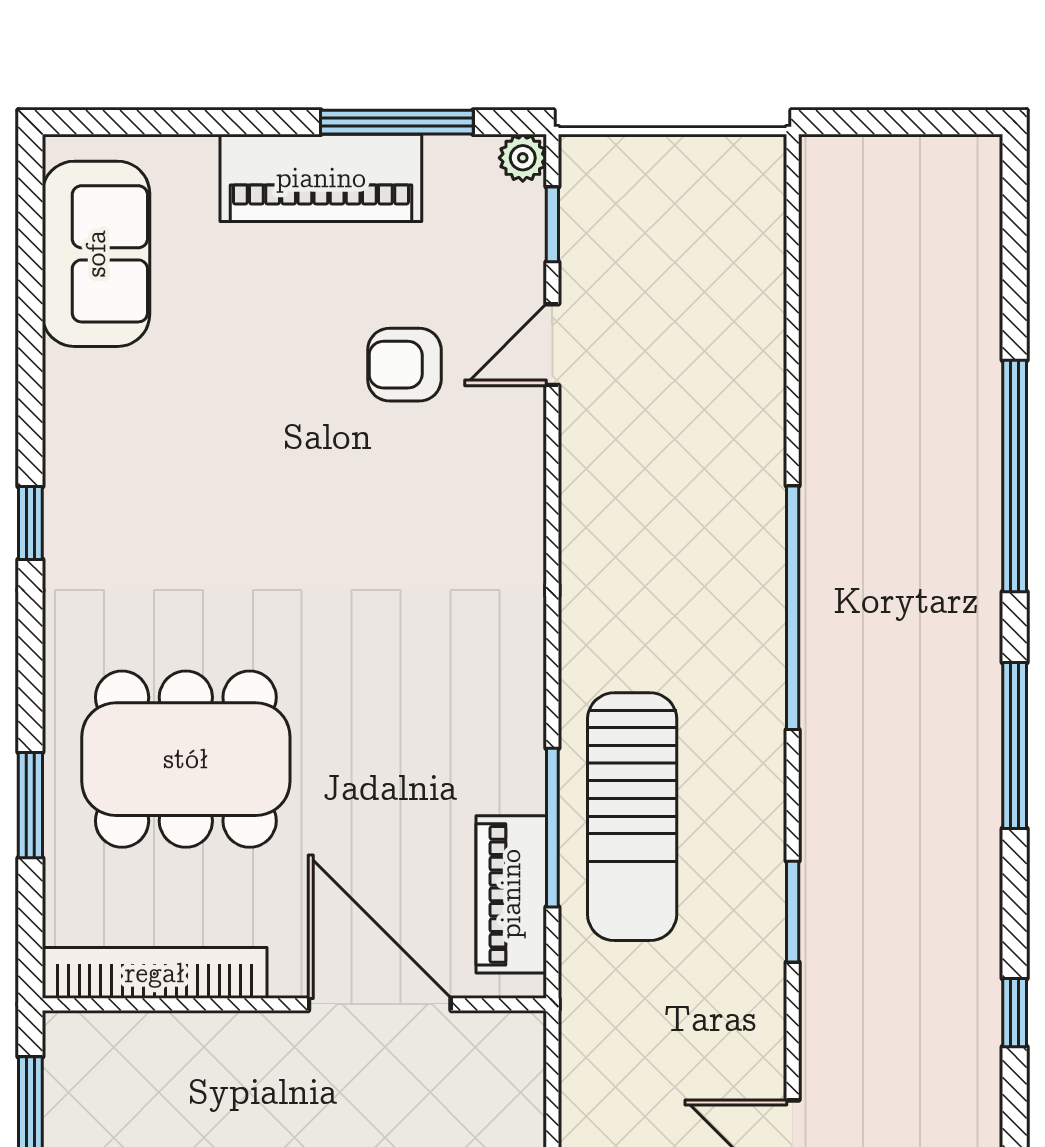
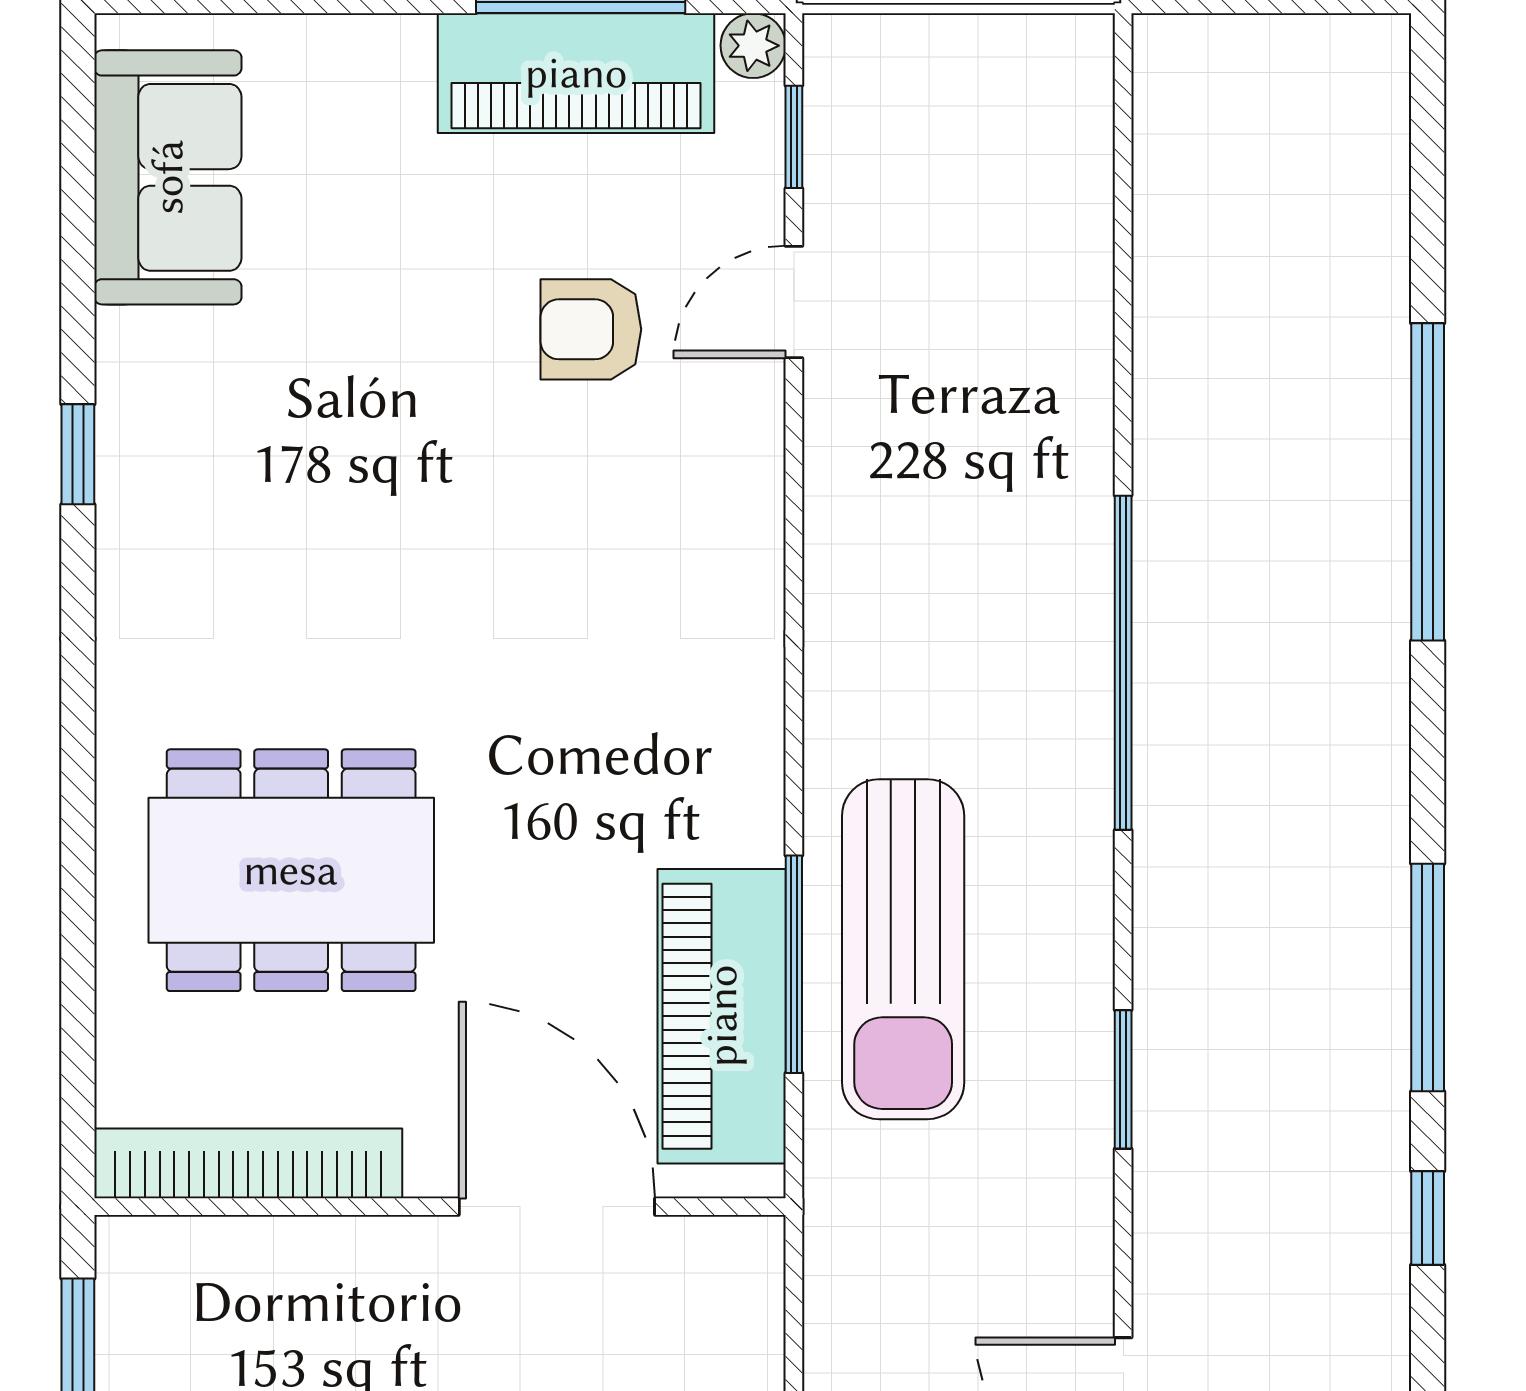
piano: (321, 178) -> (576, 73), moved
window: (30, 523) -> (78, 454), moved
window: (1015, 745) -> (1428, 977), moved
window: (30, 805) -> (78, 933), removed
piano: (511, 894) -> (722, 1016), width x1.37, depth x1.33

